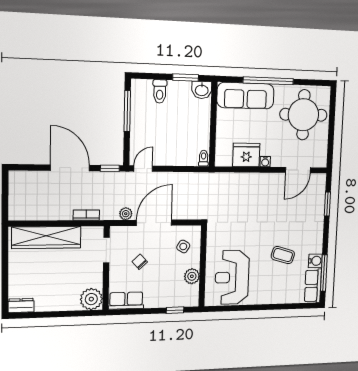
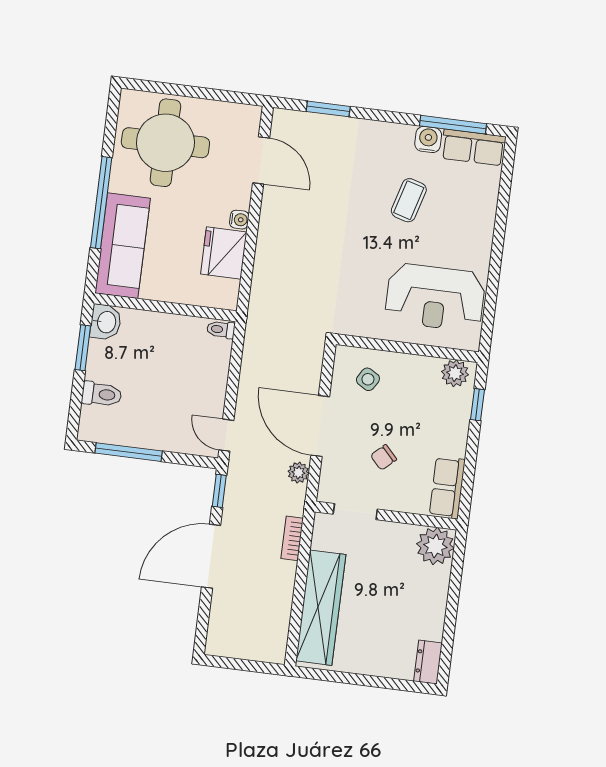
plant: (192, 276) -> (455, 373), moved

